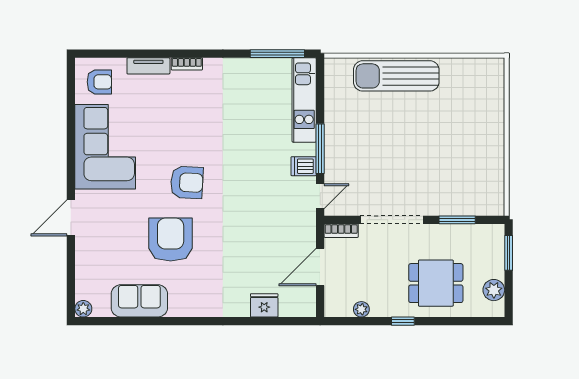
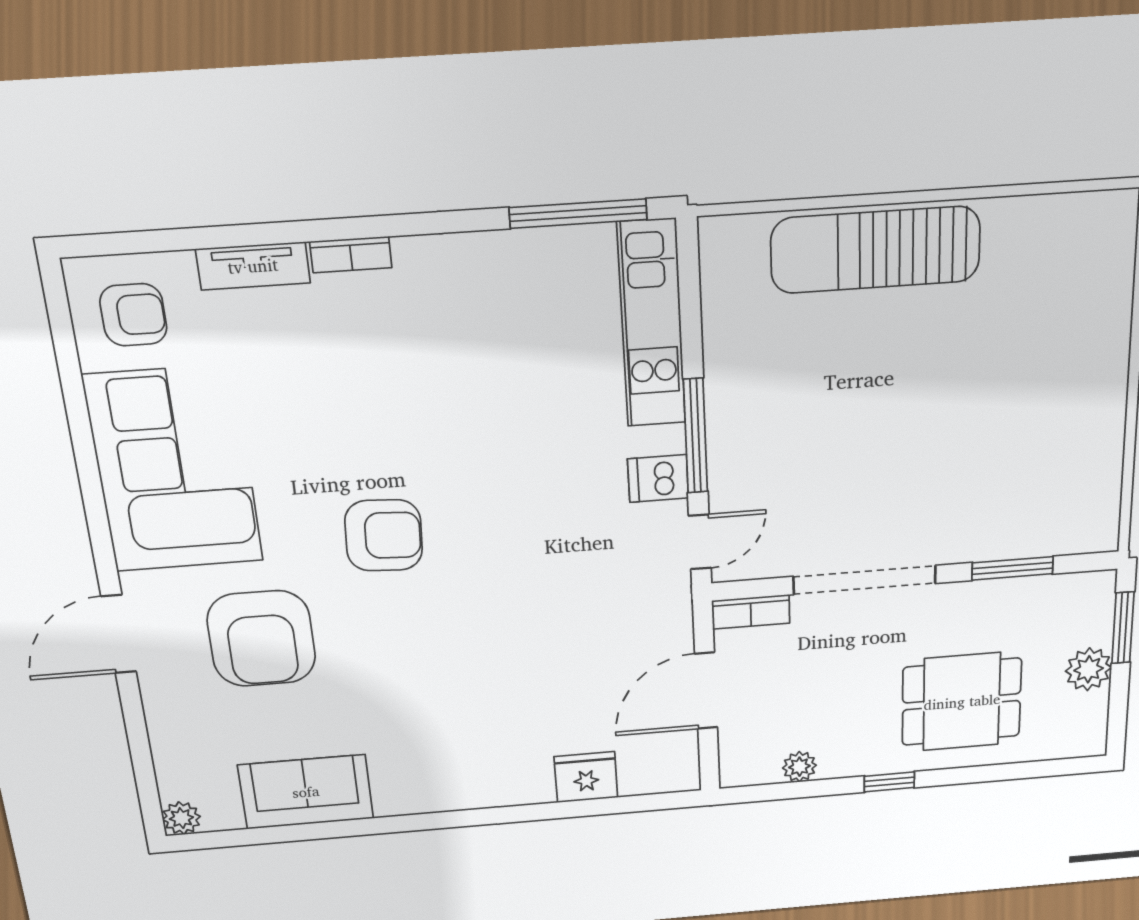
armchair: (171, 240) -> (261, 639), moved, turned 180
plant: (494, 290) -> (1089, 669), moved

